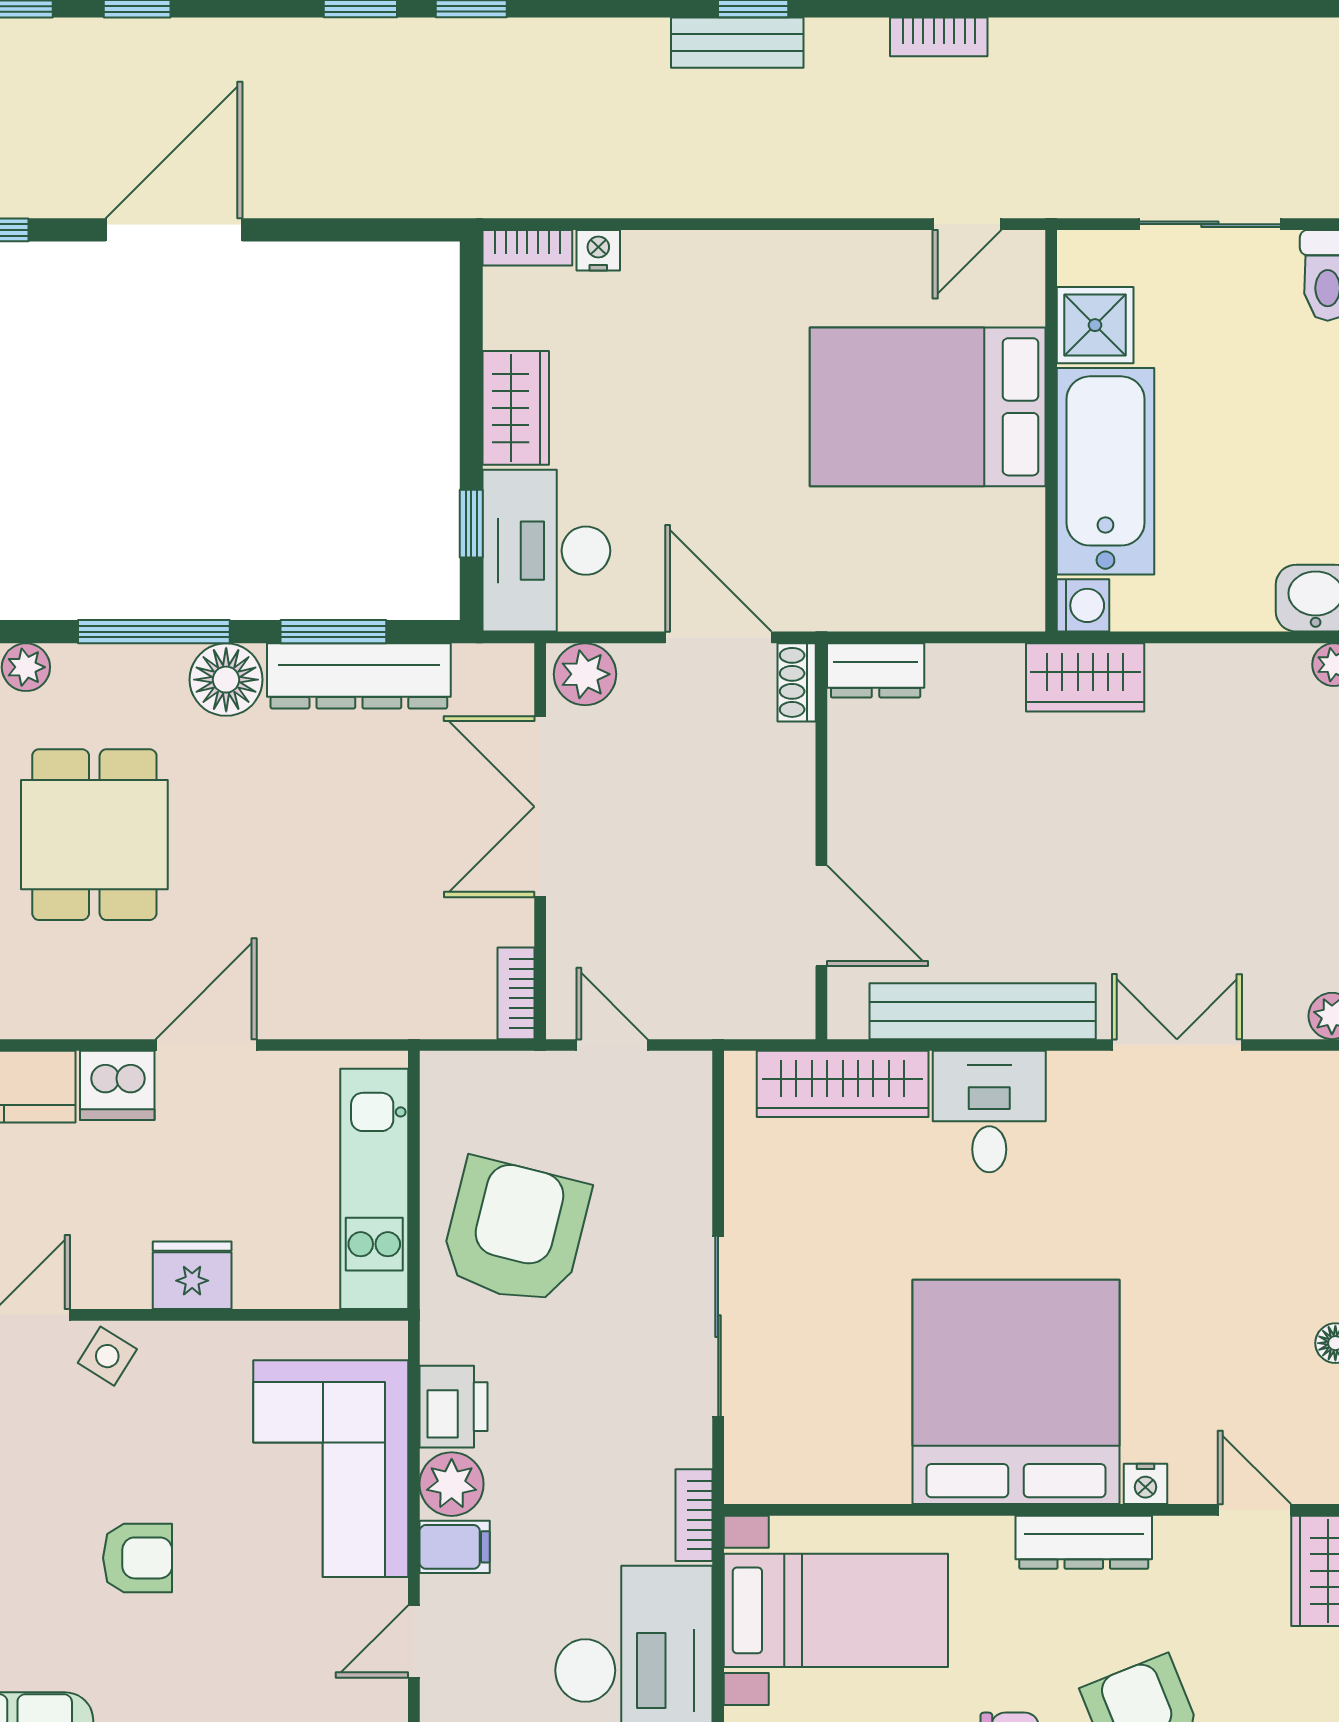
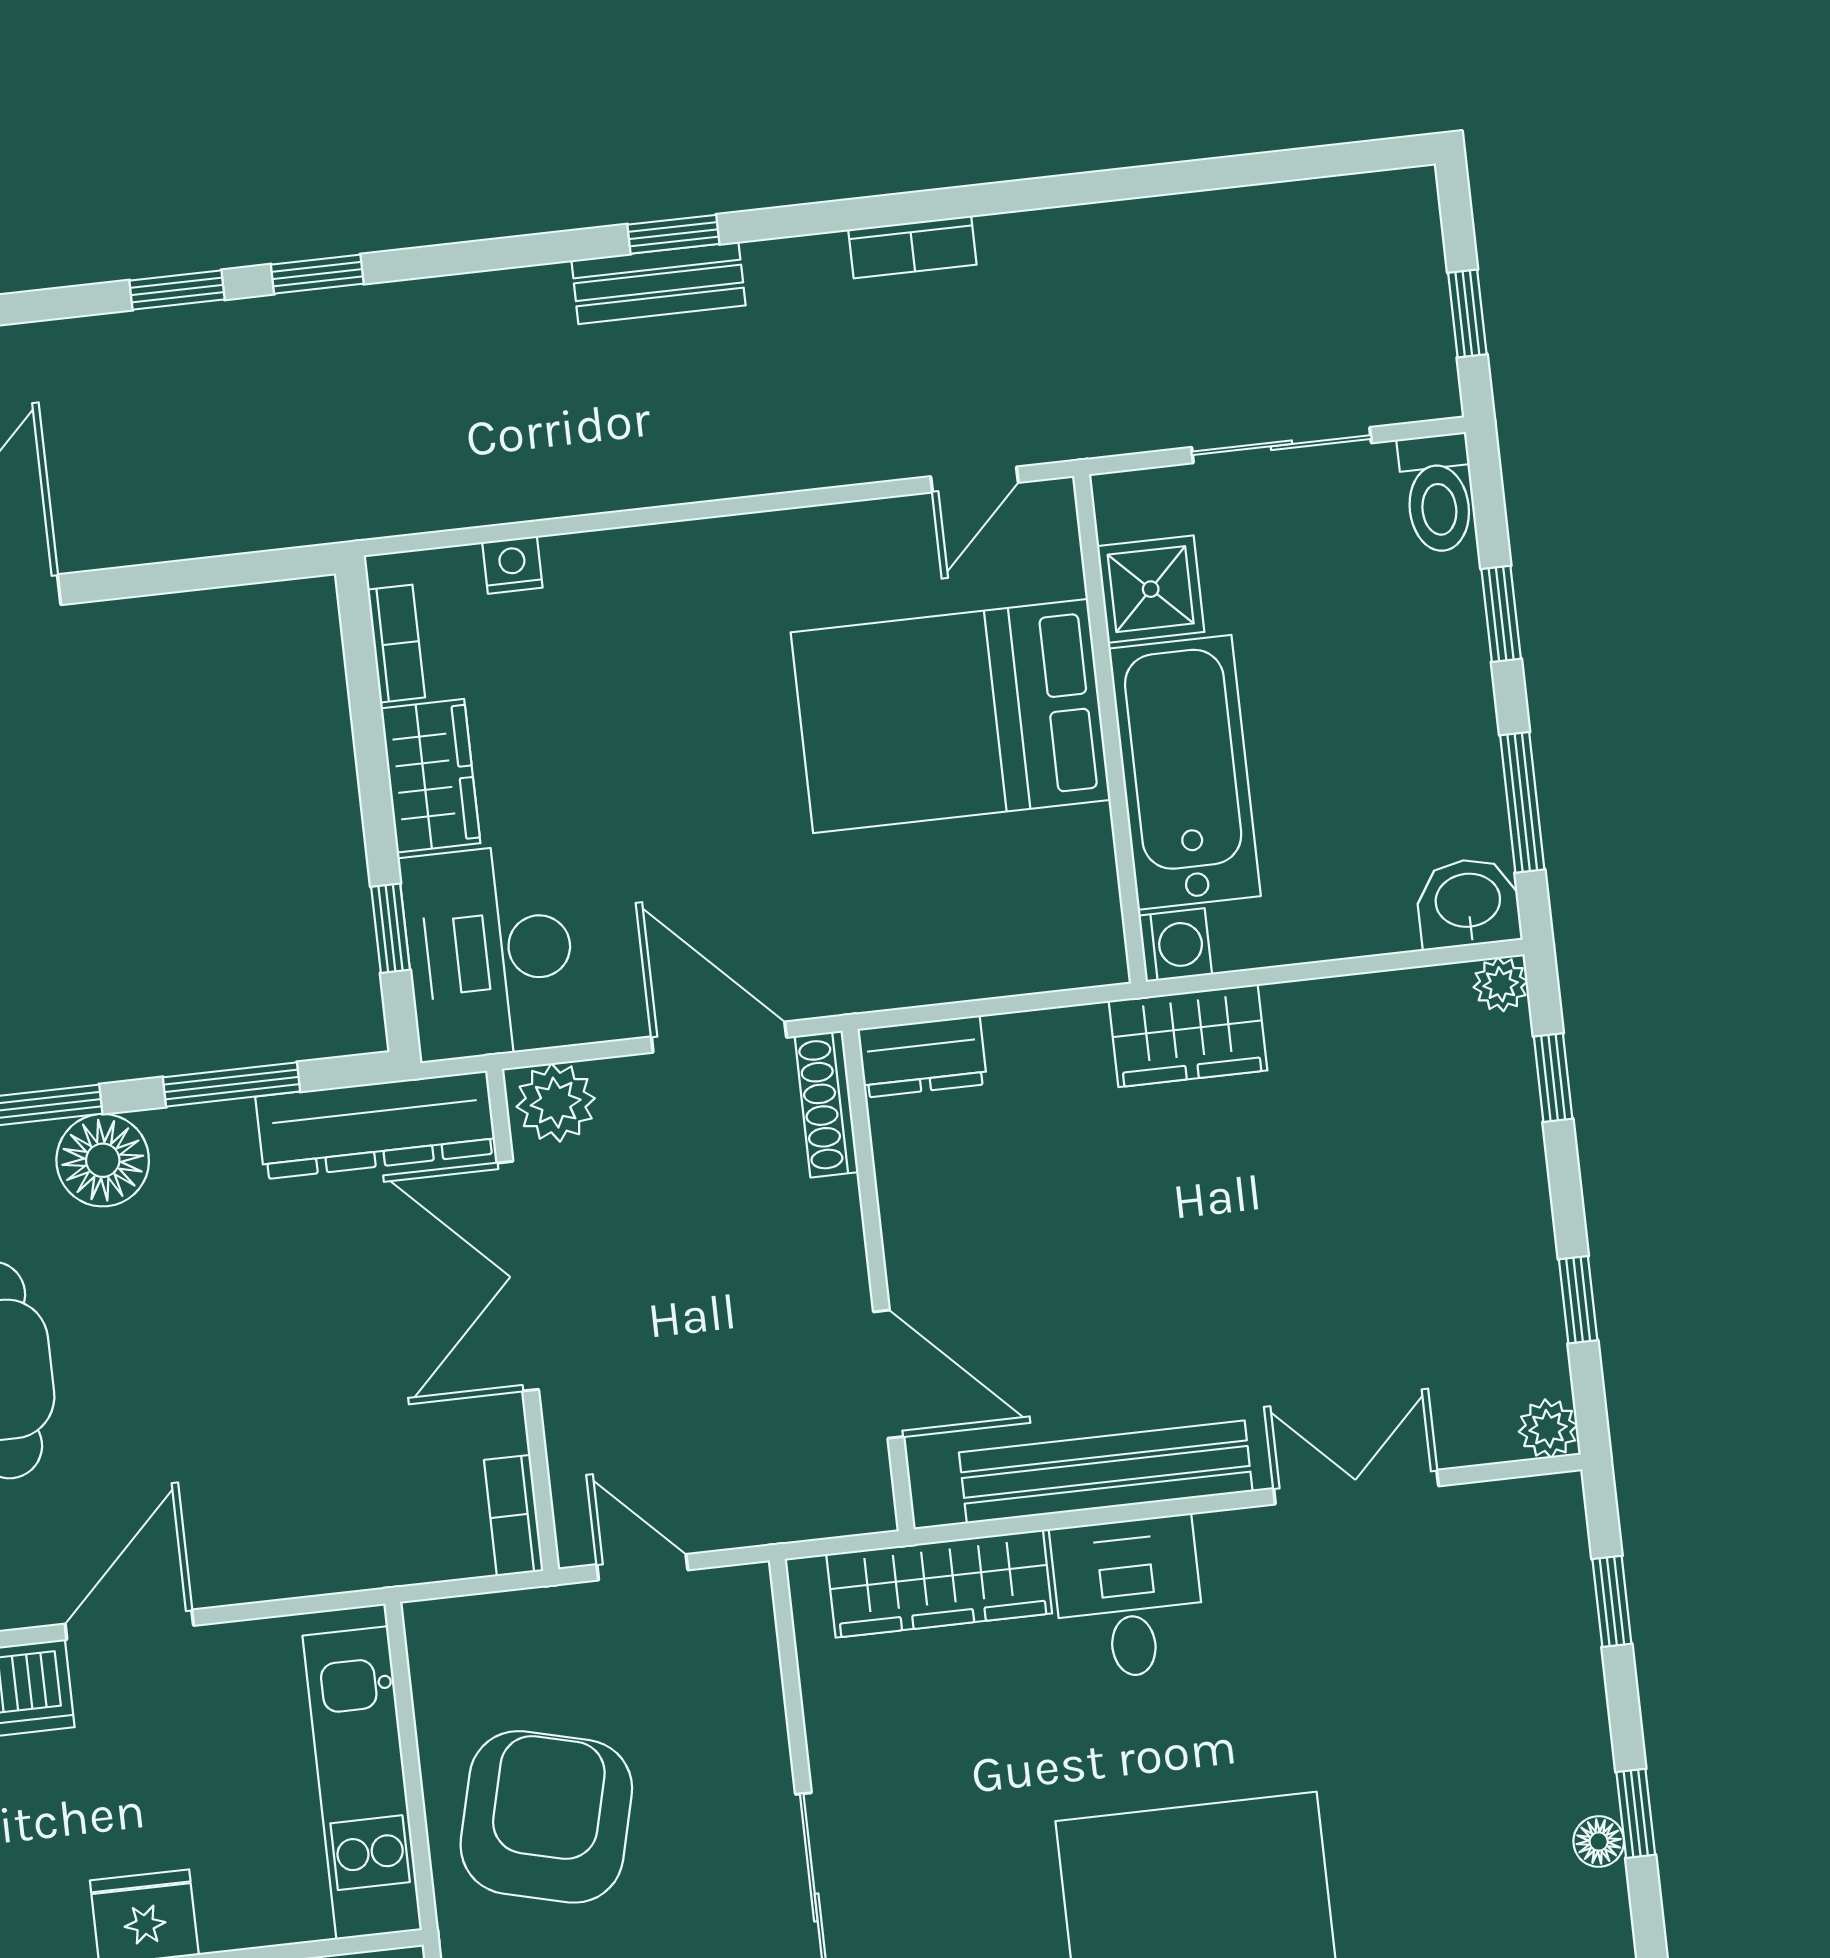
bookcase: (527, 248) -> (396, 644), moved, turned -90
dresser: (359, 676) -> (376, 1125), moved
shoe rack: (797, 682) -> (827, 1104), width x1.43

